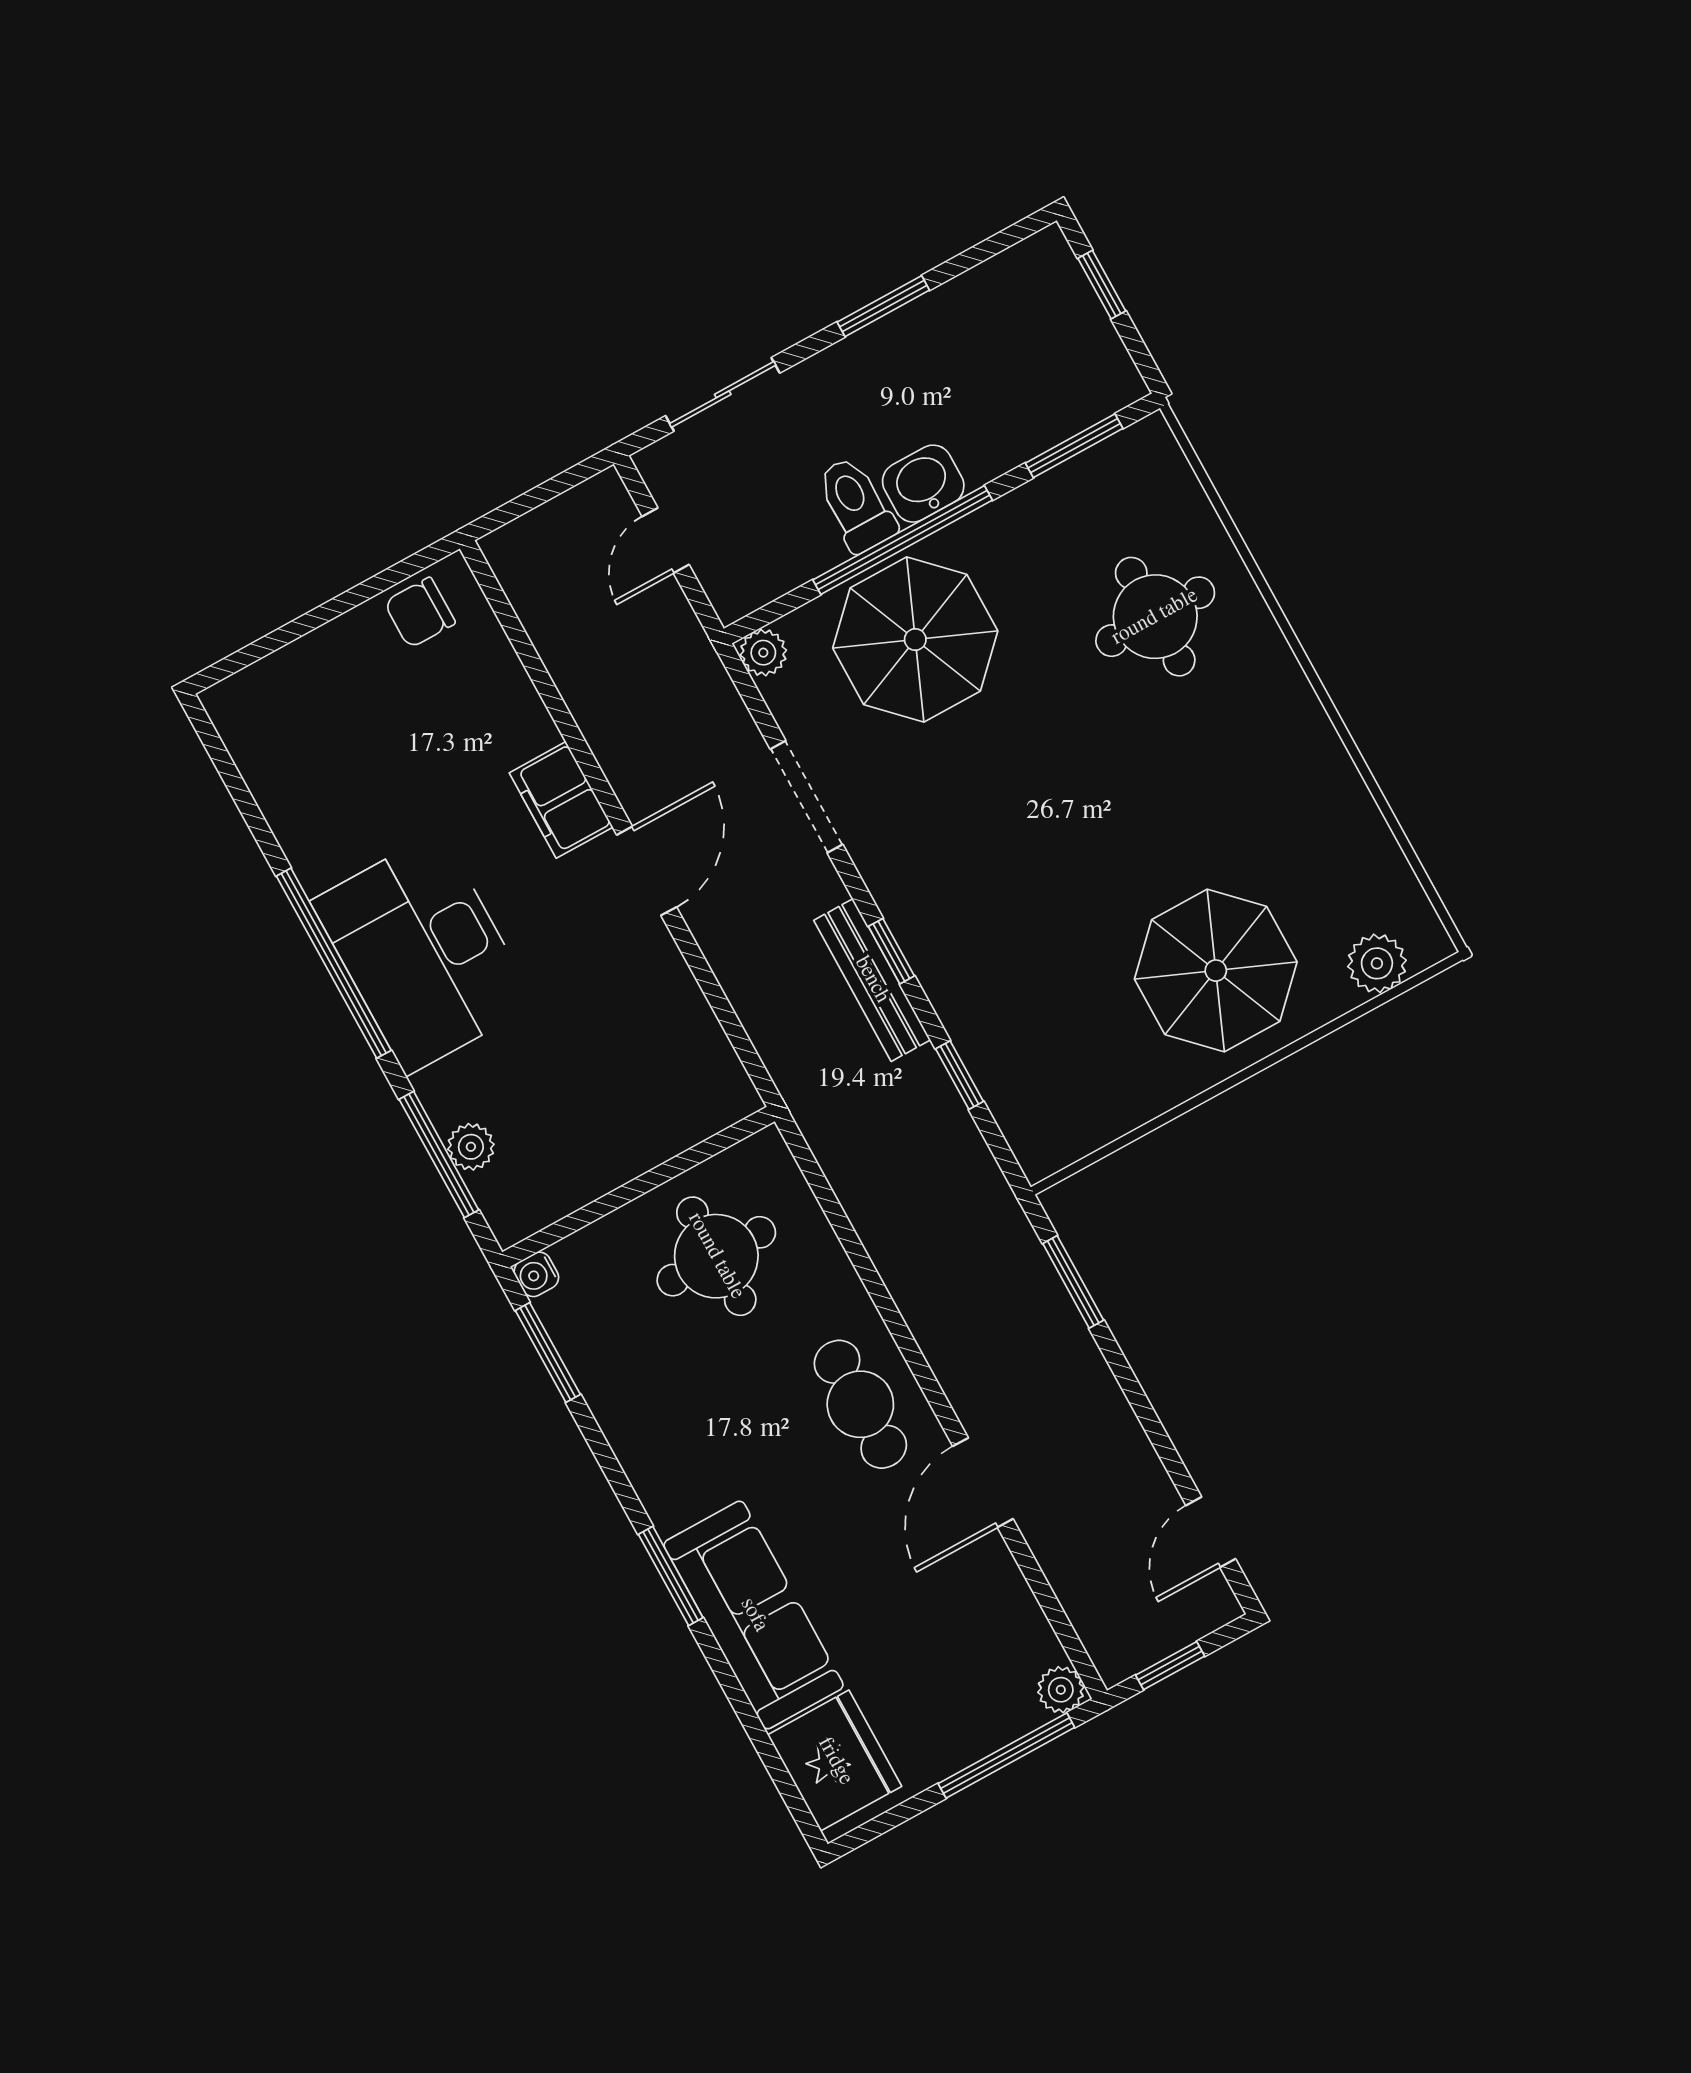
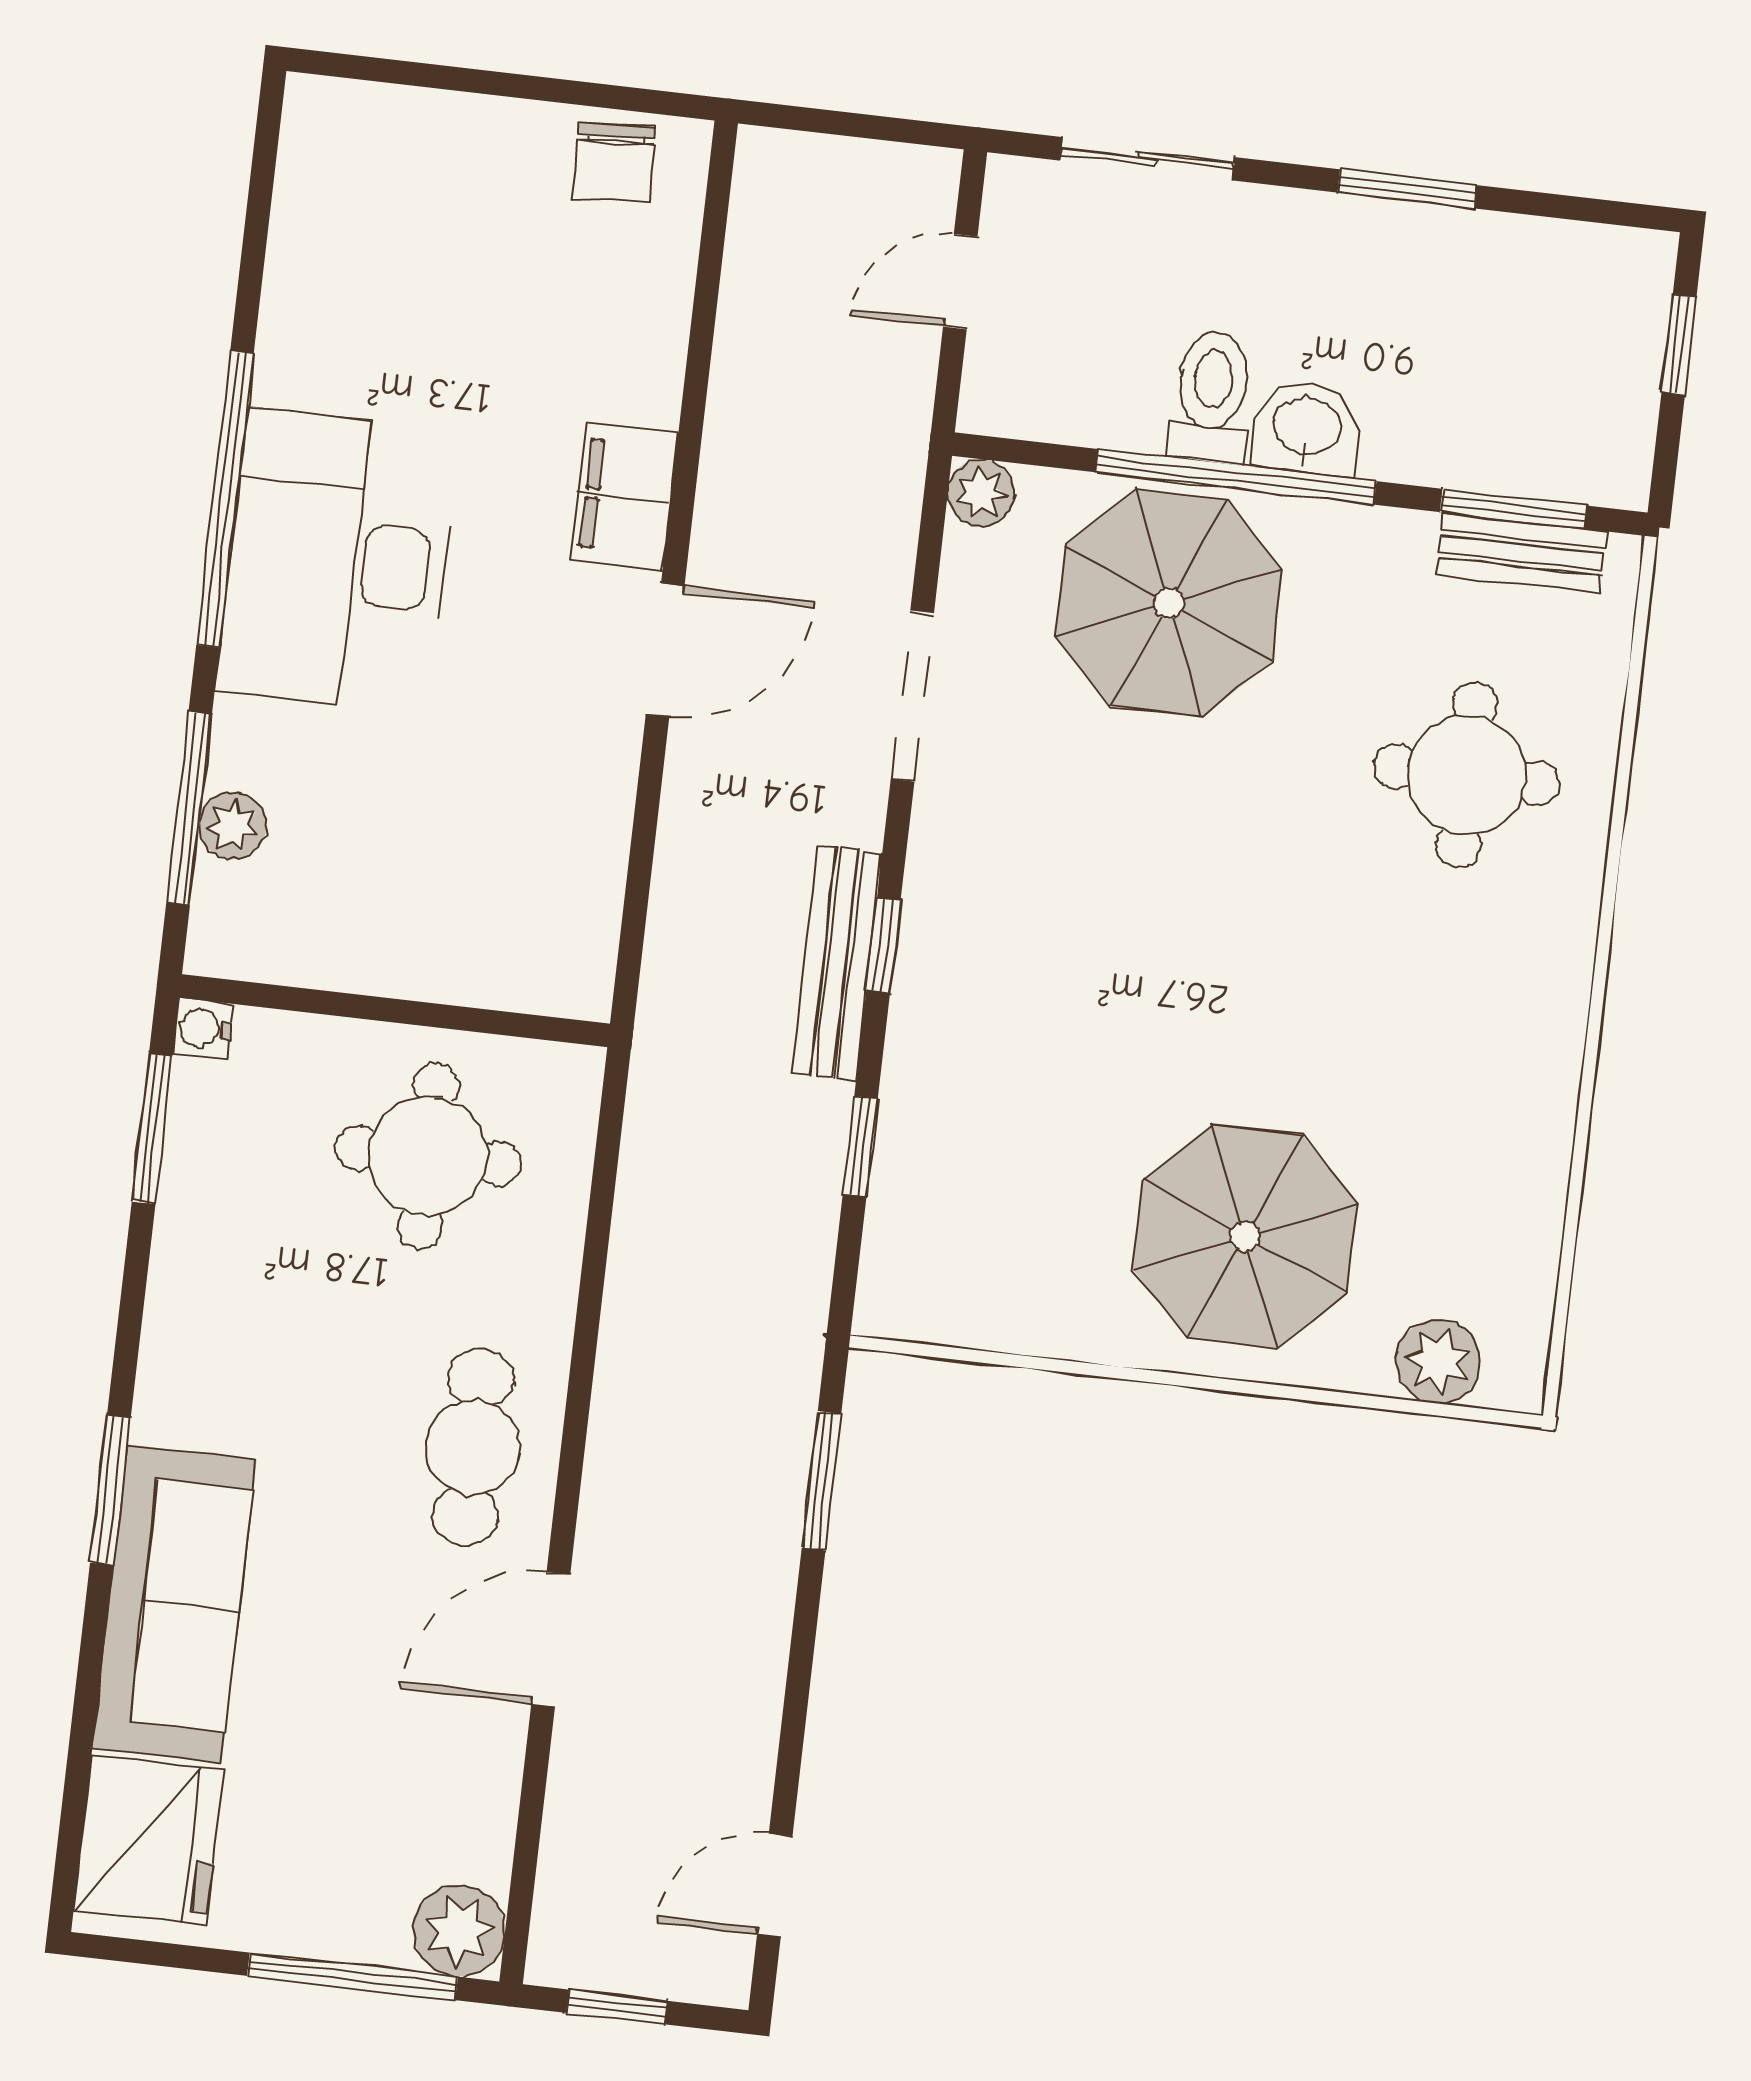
bench: (1096, 468) -> (1521, 553), added
chair: (420, 613) -> (615, 162), turned -93
plant: (1061, 1690) -> (459, 1931), width x1.38, depth x1.38

